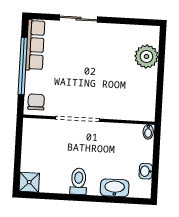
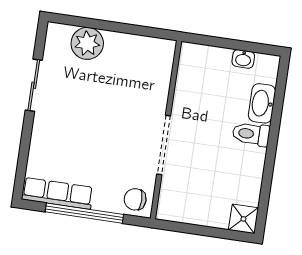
sliding door: (78, 19) -> (34, 85), moved
bidet: (148, 132) -> (190, 51), removed
toilet: (79, 181) -> (251, 134), moved

